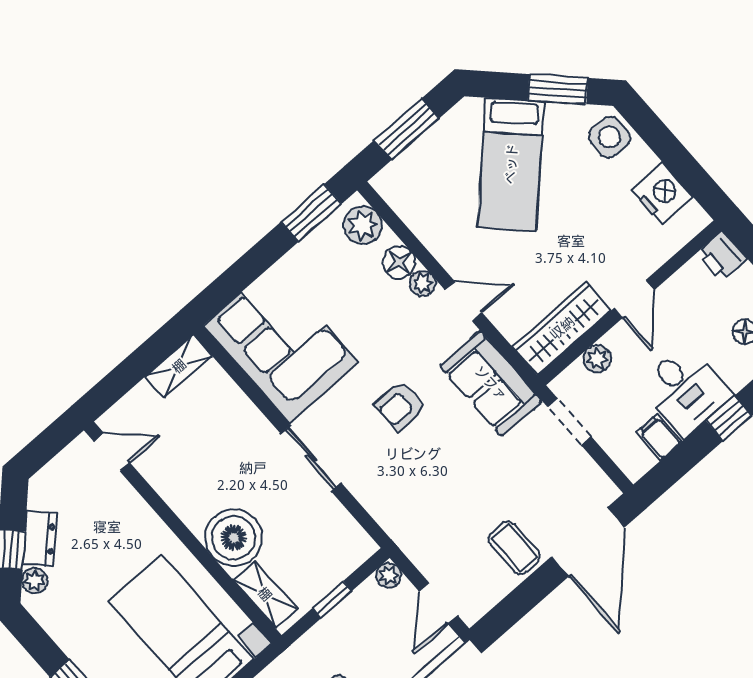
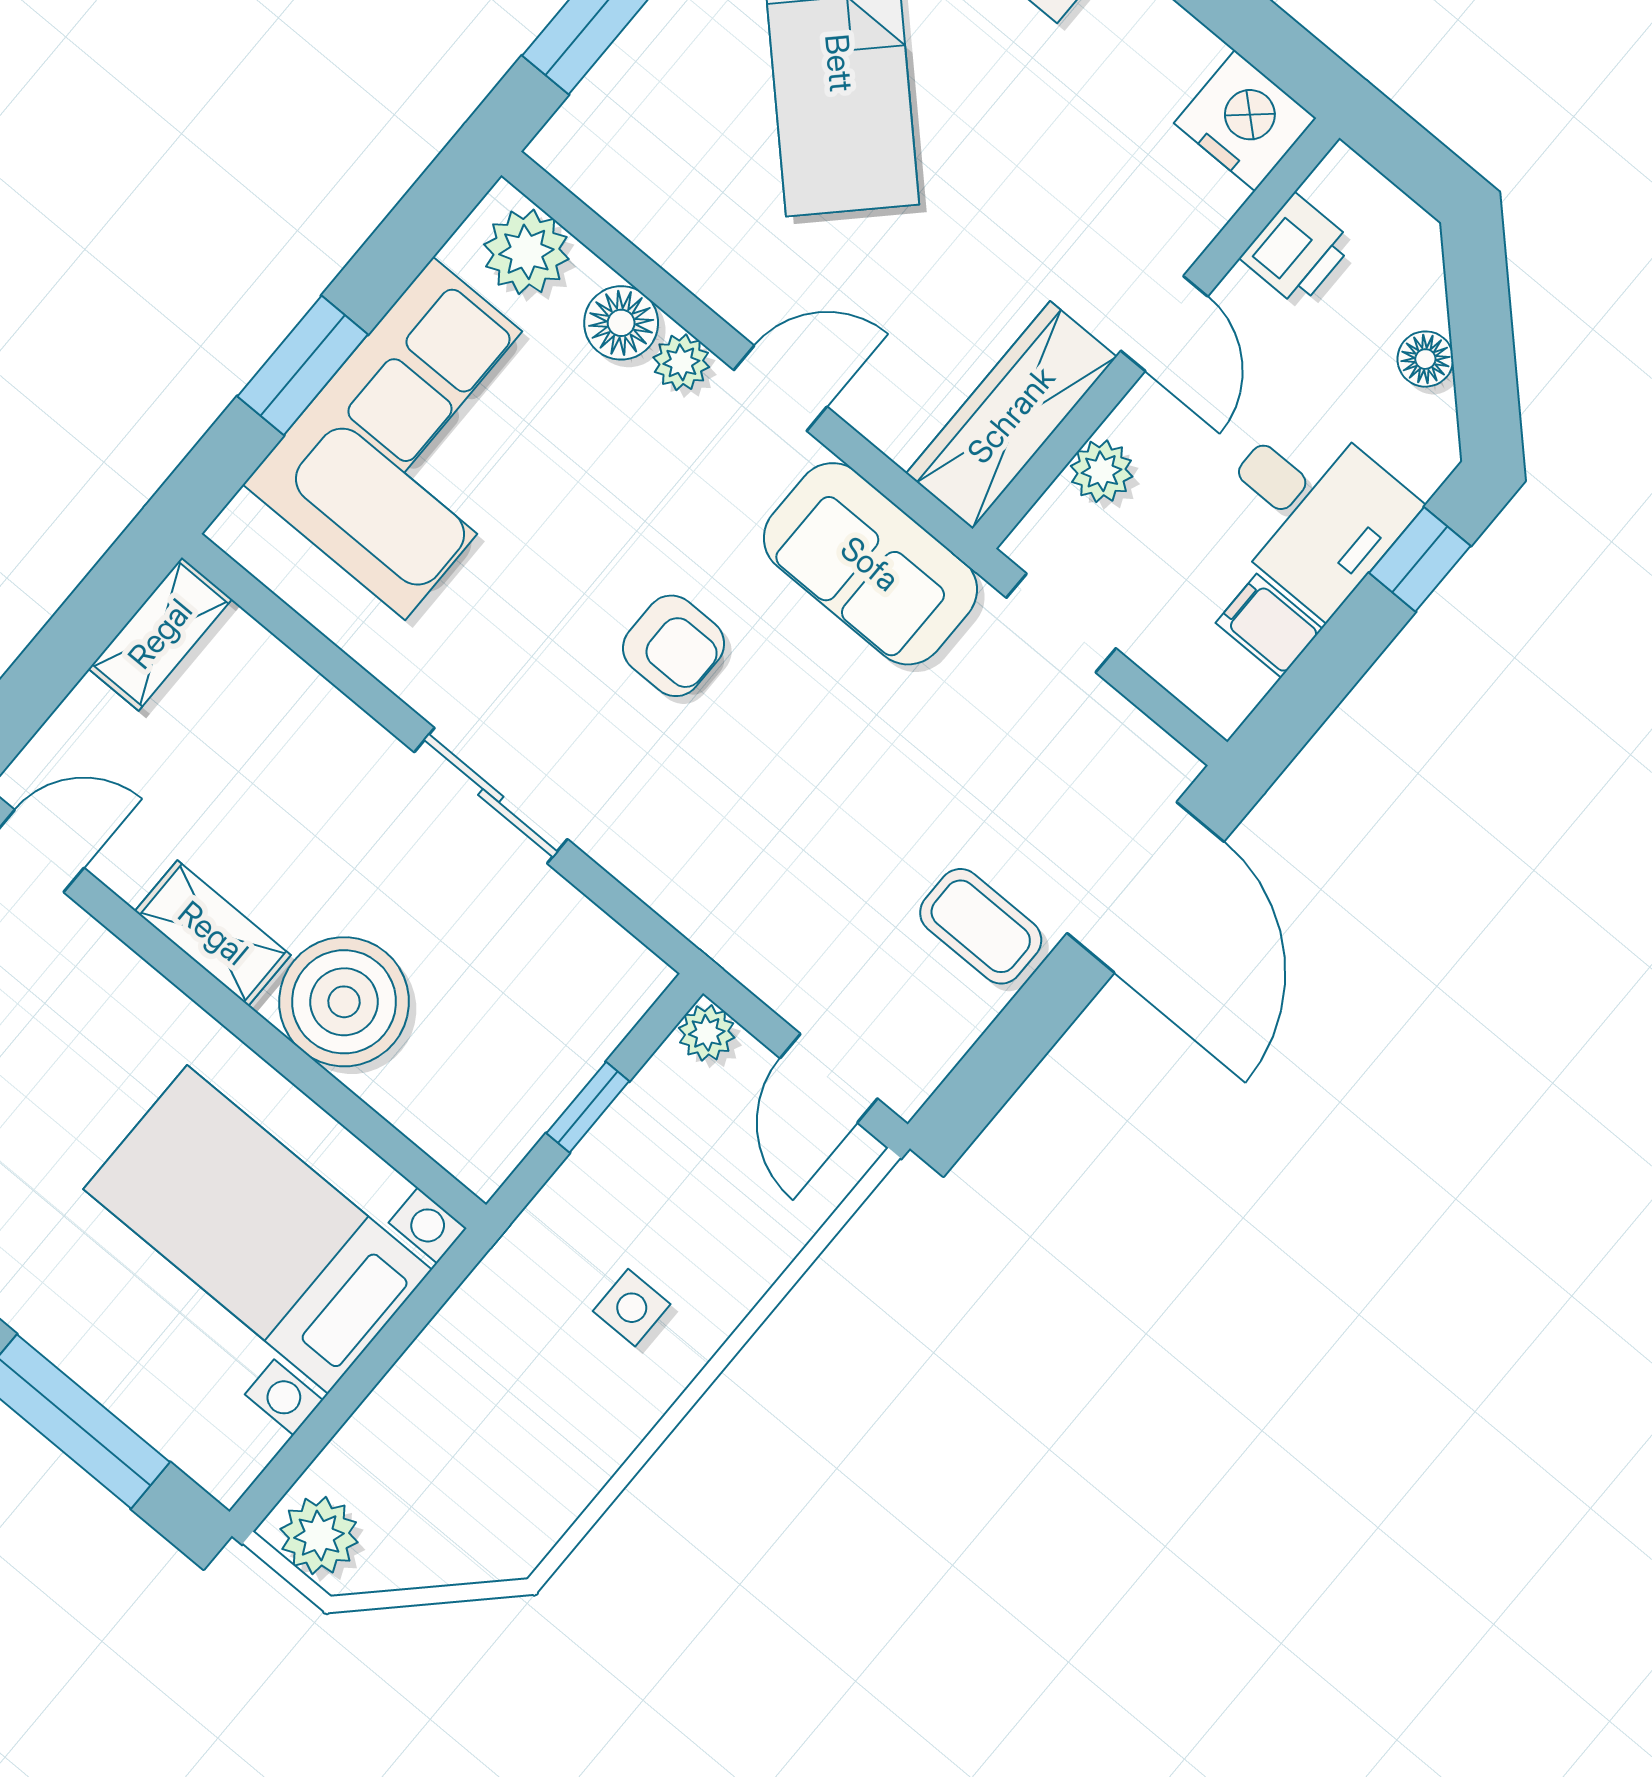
nightstand: (662, 193) -> (1245, 121), moved
window: (311, 213) -> (303, 365), moved
printer: (722, 256) -> (1297, 250), moved, turned -90
corner sofa: (281, 344) -> (419, 439), moved, turned 90
armchair: (400, 406) -> (674, 646), turned -90
shelving: (265, 594) -> (213, 933), moved

